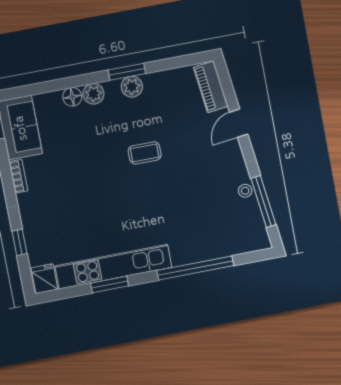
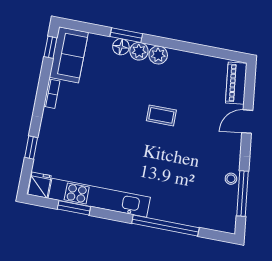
window: (127, 72) -> (126, 35), moved
plant: (132, 87) -> (158, 55), moved
window: (110, 284) -> (74, 208), moved

